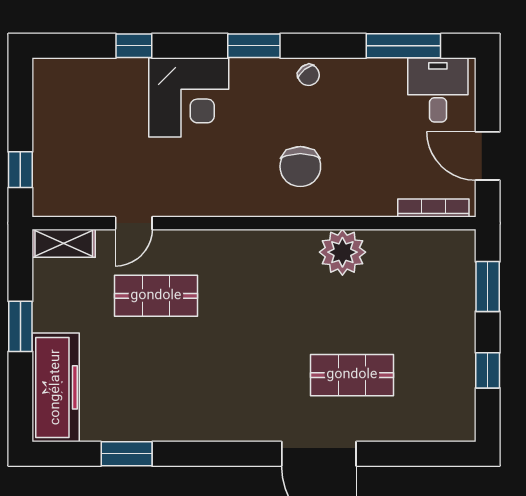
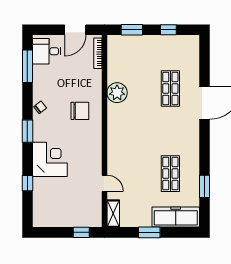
shop shelf: (156, 296) -> (170, 174), moved

